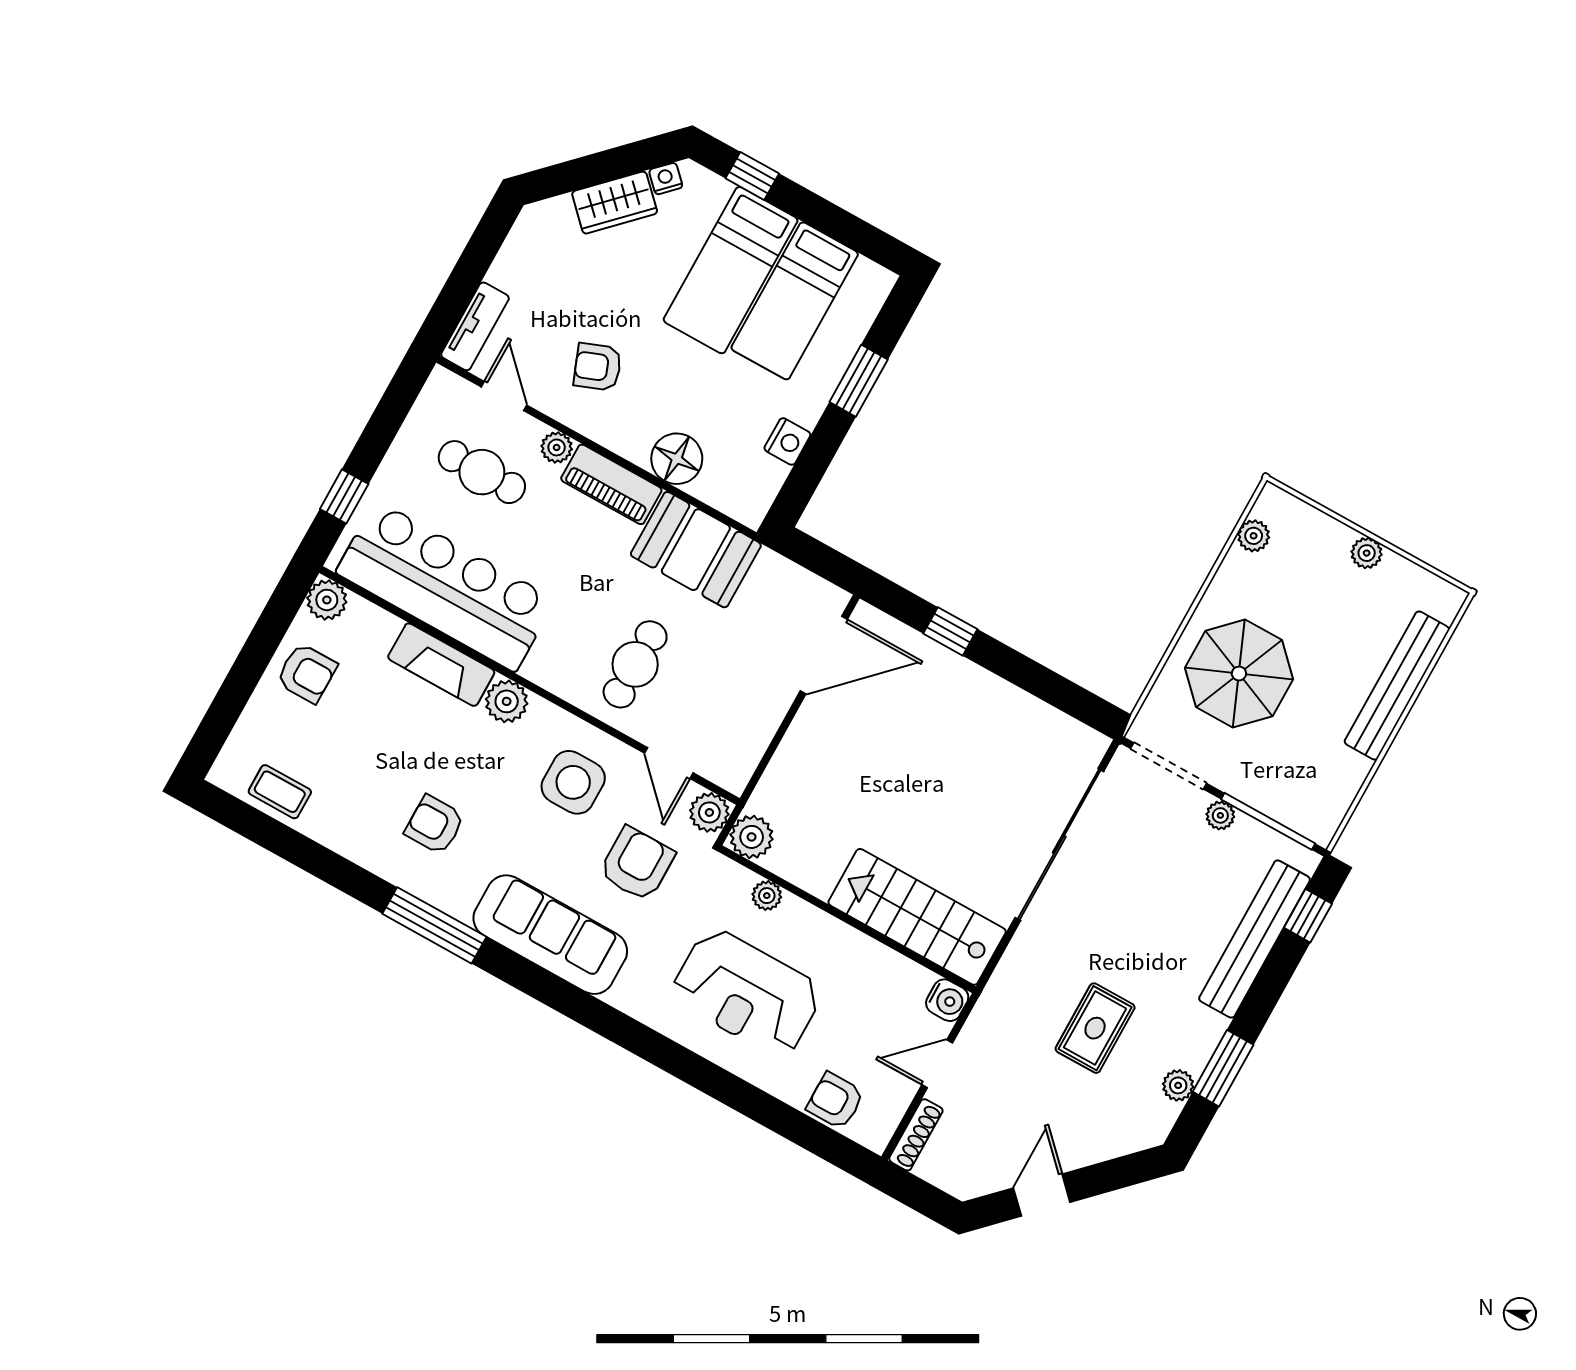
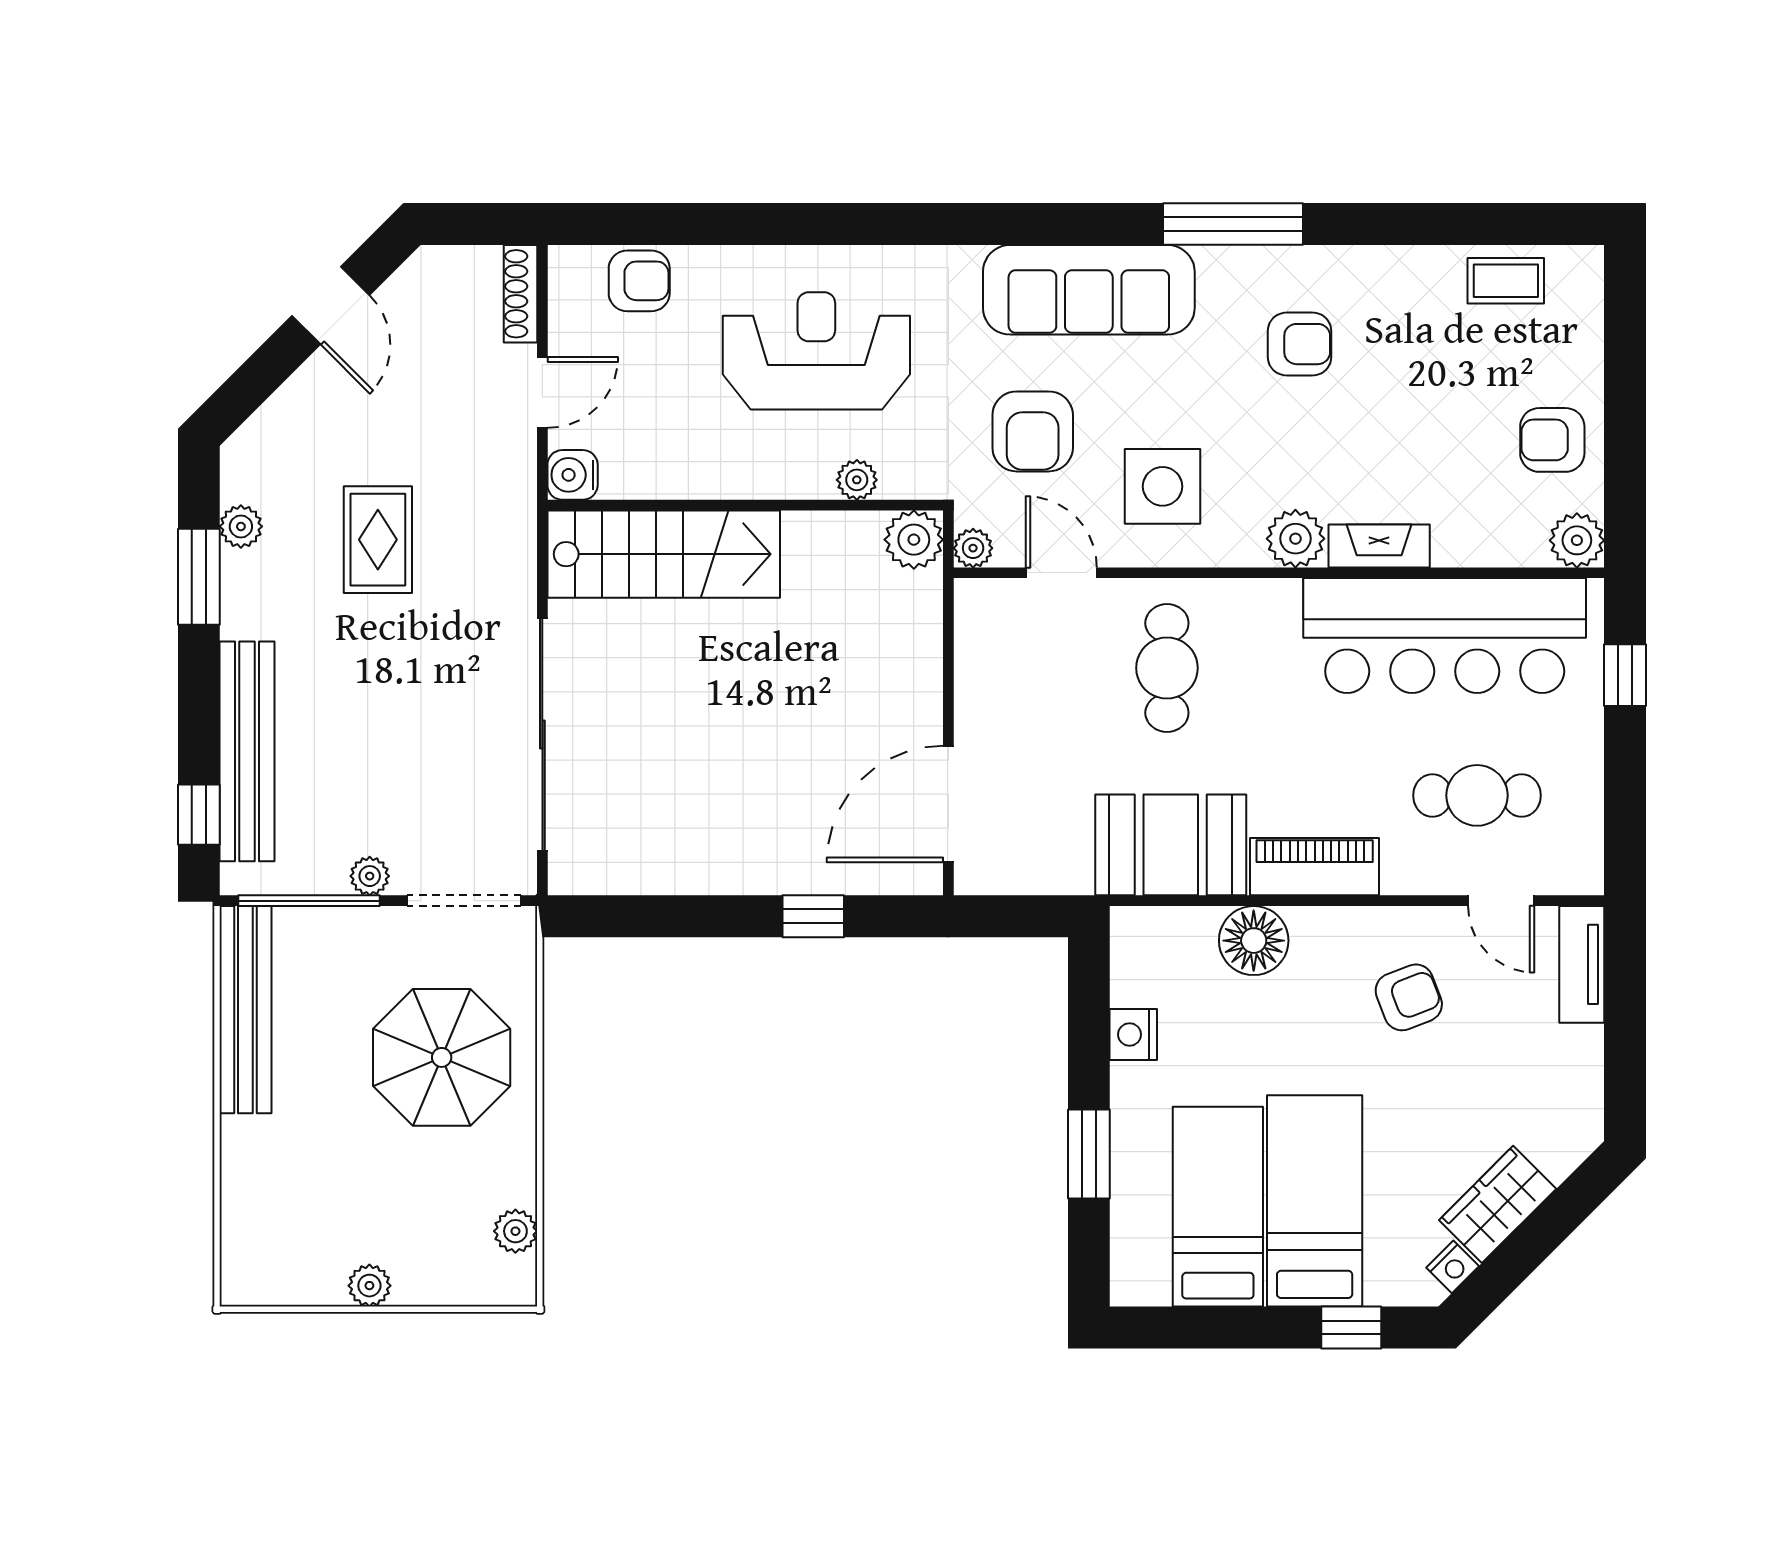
plant: (557, 447) -> (1404, 874), removed
fireplace: (441, 665) -> (1379, 546), width x0.73, depth x0.76
bench: (1397, 686) -> (245, 1010), moved
plant: (709, 812) -> (973, 548), width x0.73, depth x0.73

